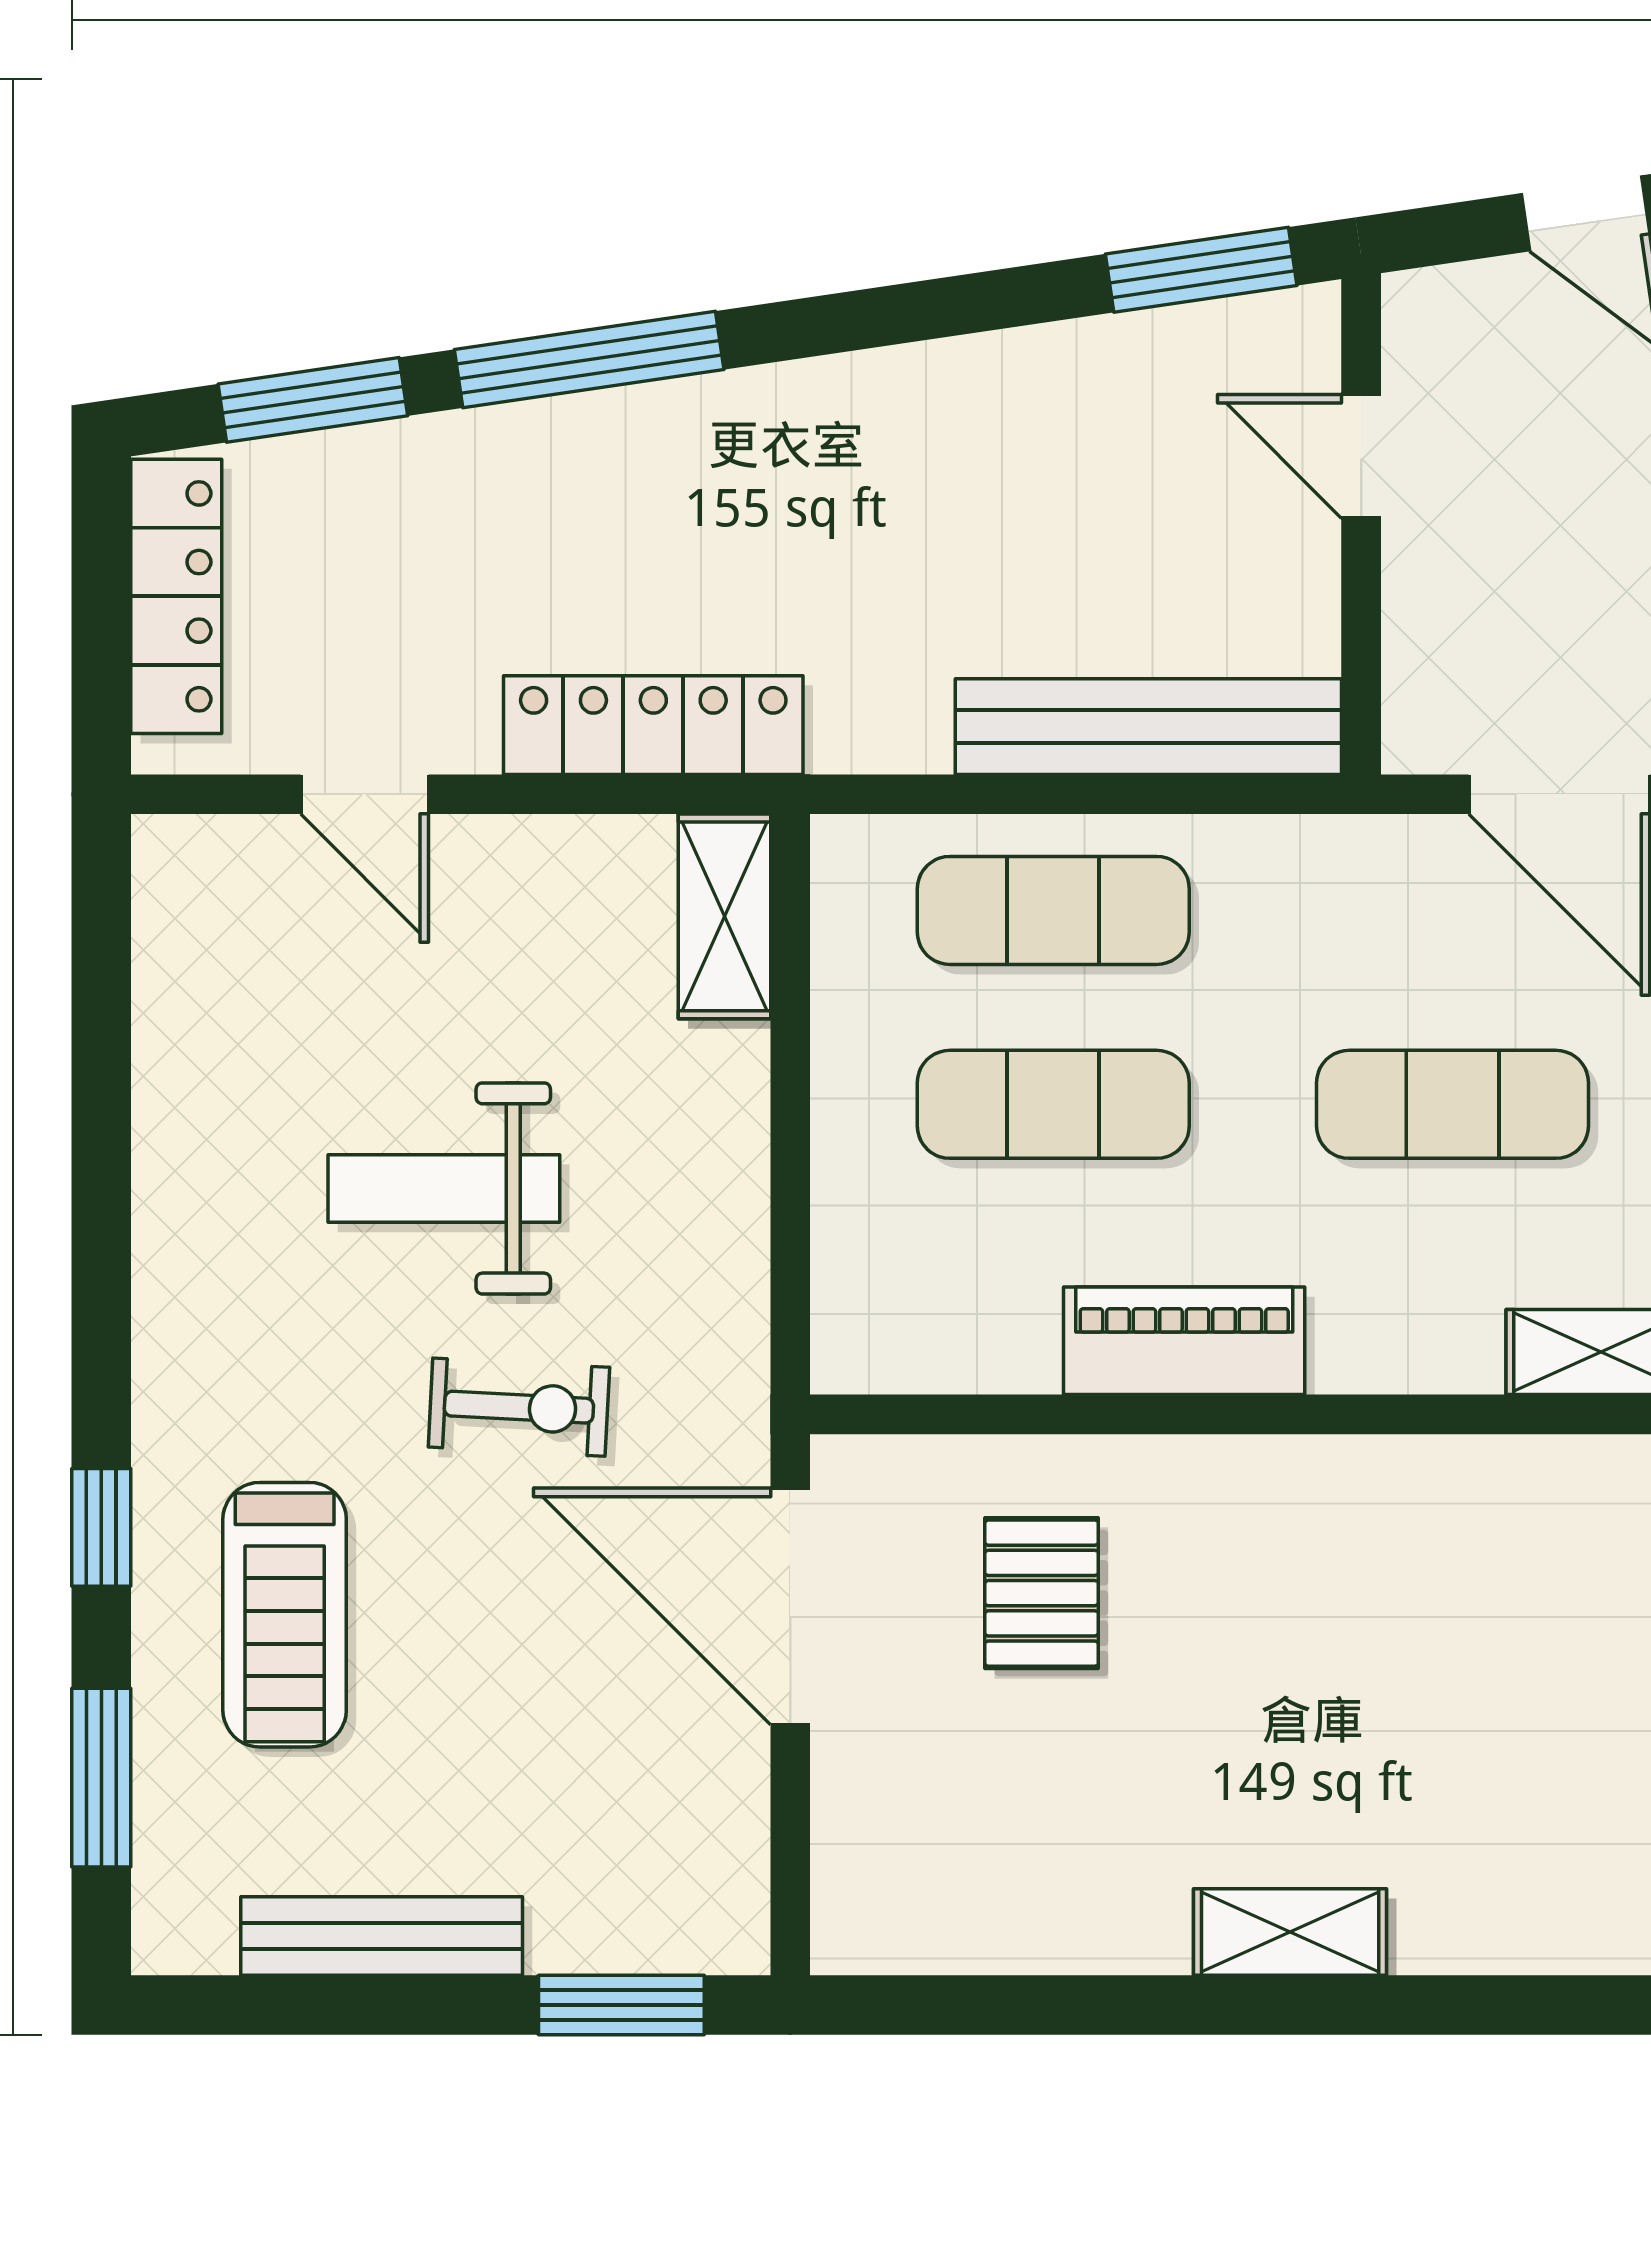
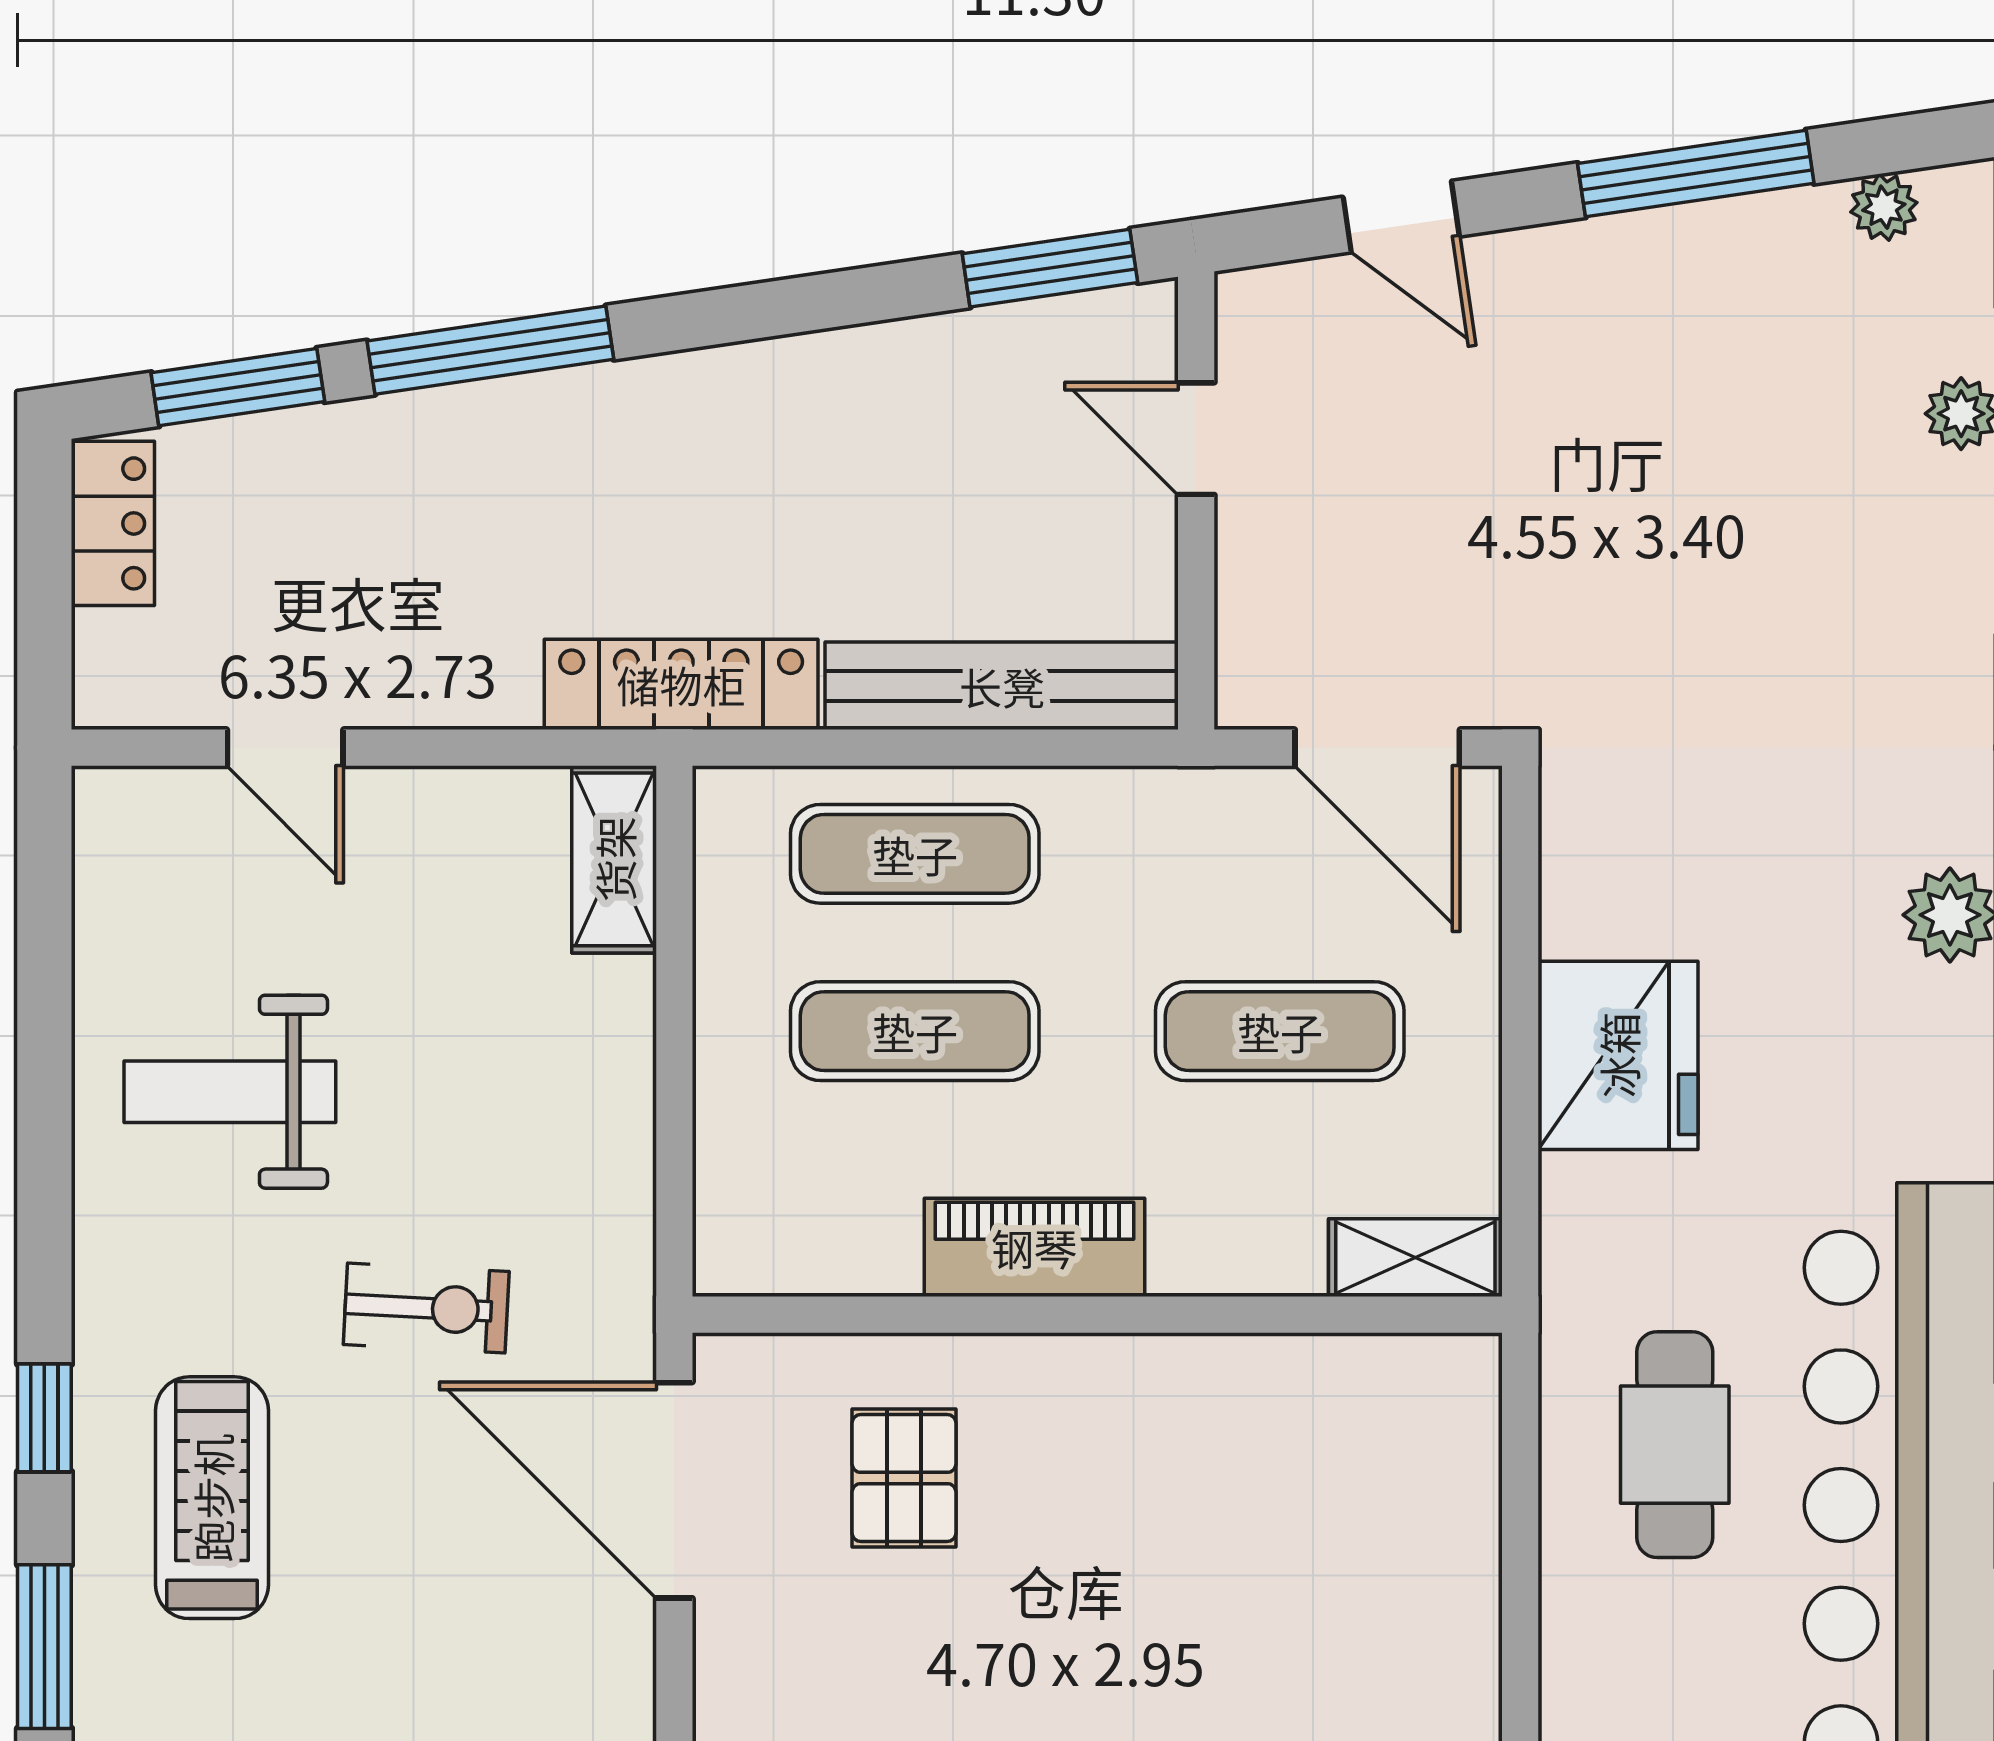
locker: (176, 596) -> (113, 523), width x0.66
locker: (653, 725) -> (681, 684), moved
weight bench: (444, 1188) -> (230, 1092), moved
treadmill: (285, 1615) -> (212, 1498), turned 180

